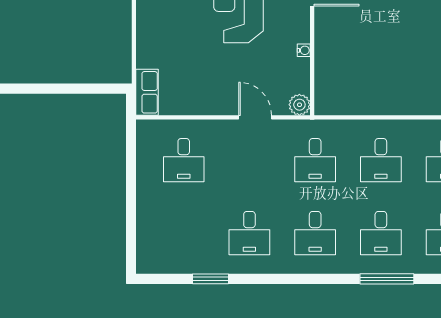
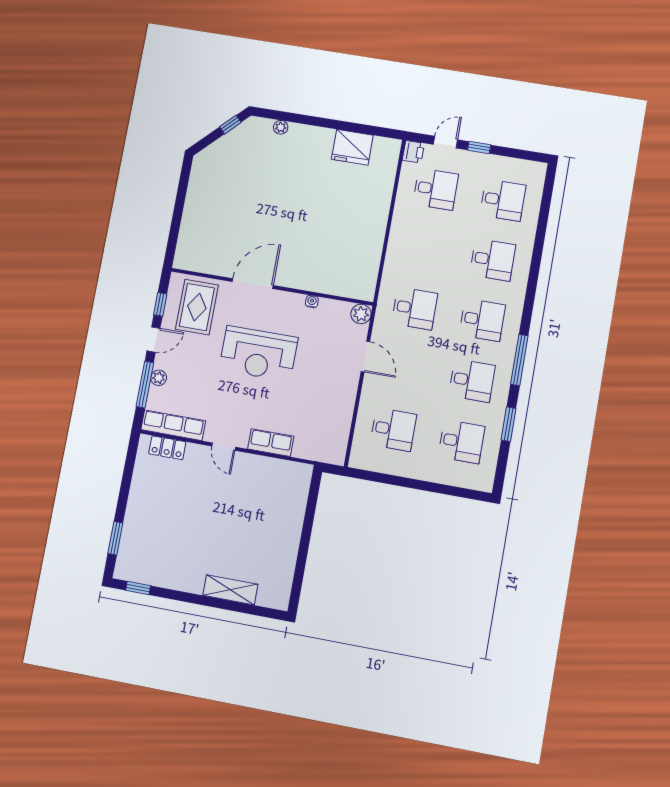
row of seats: (147, 92) -> (271, 443), moved
door: (255, 117) -> (365, 357), swing flipped
desk: (381, 160) -> (461, 442), moved
window: (387, 279) -> (519, 360), moved

